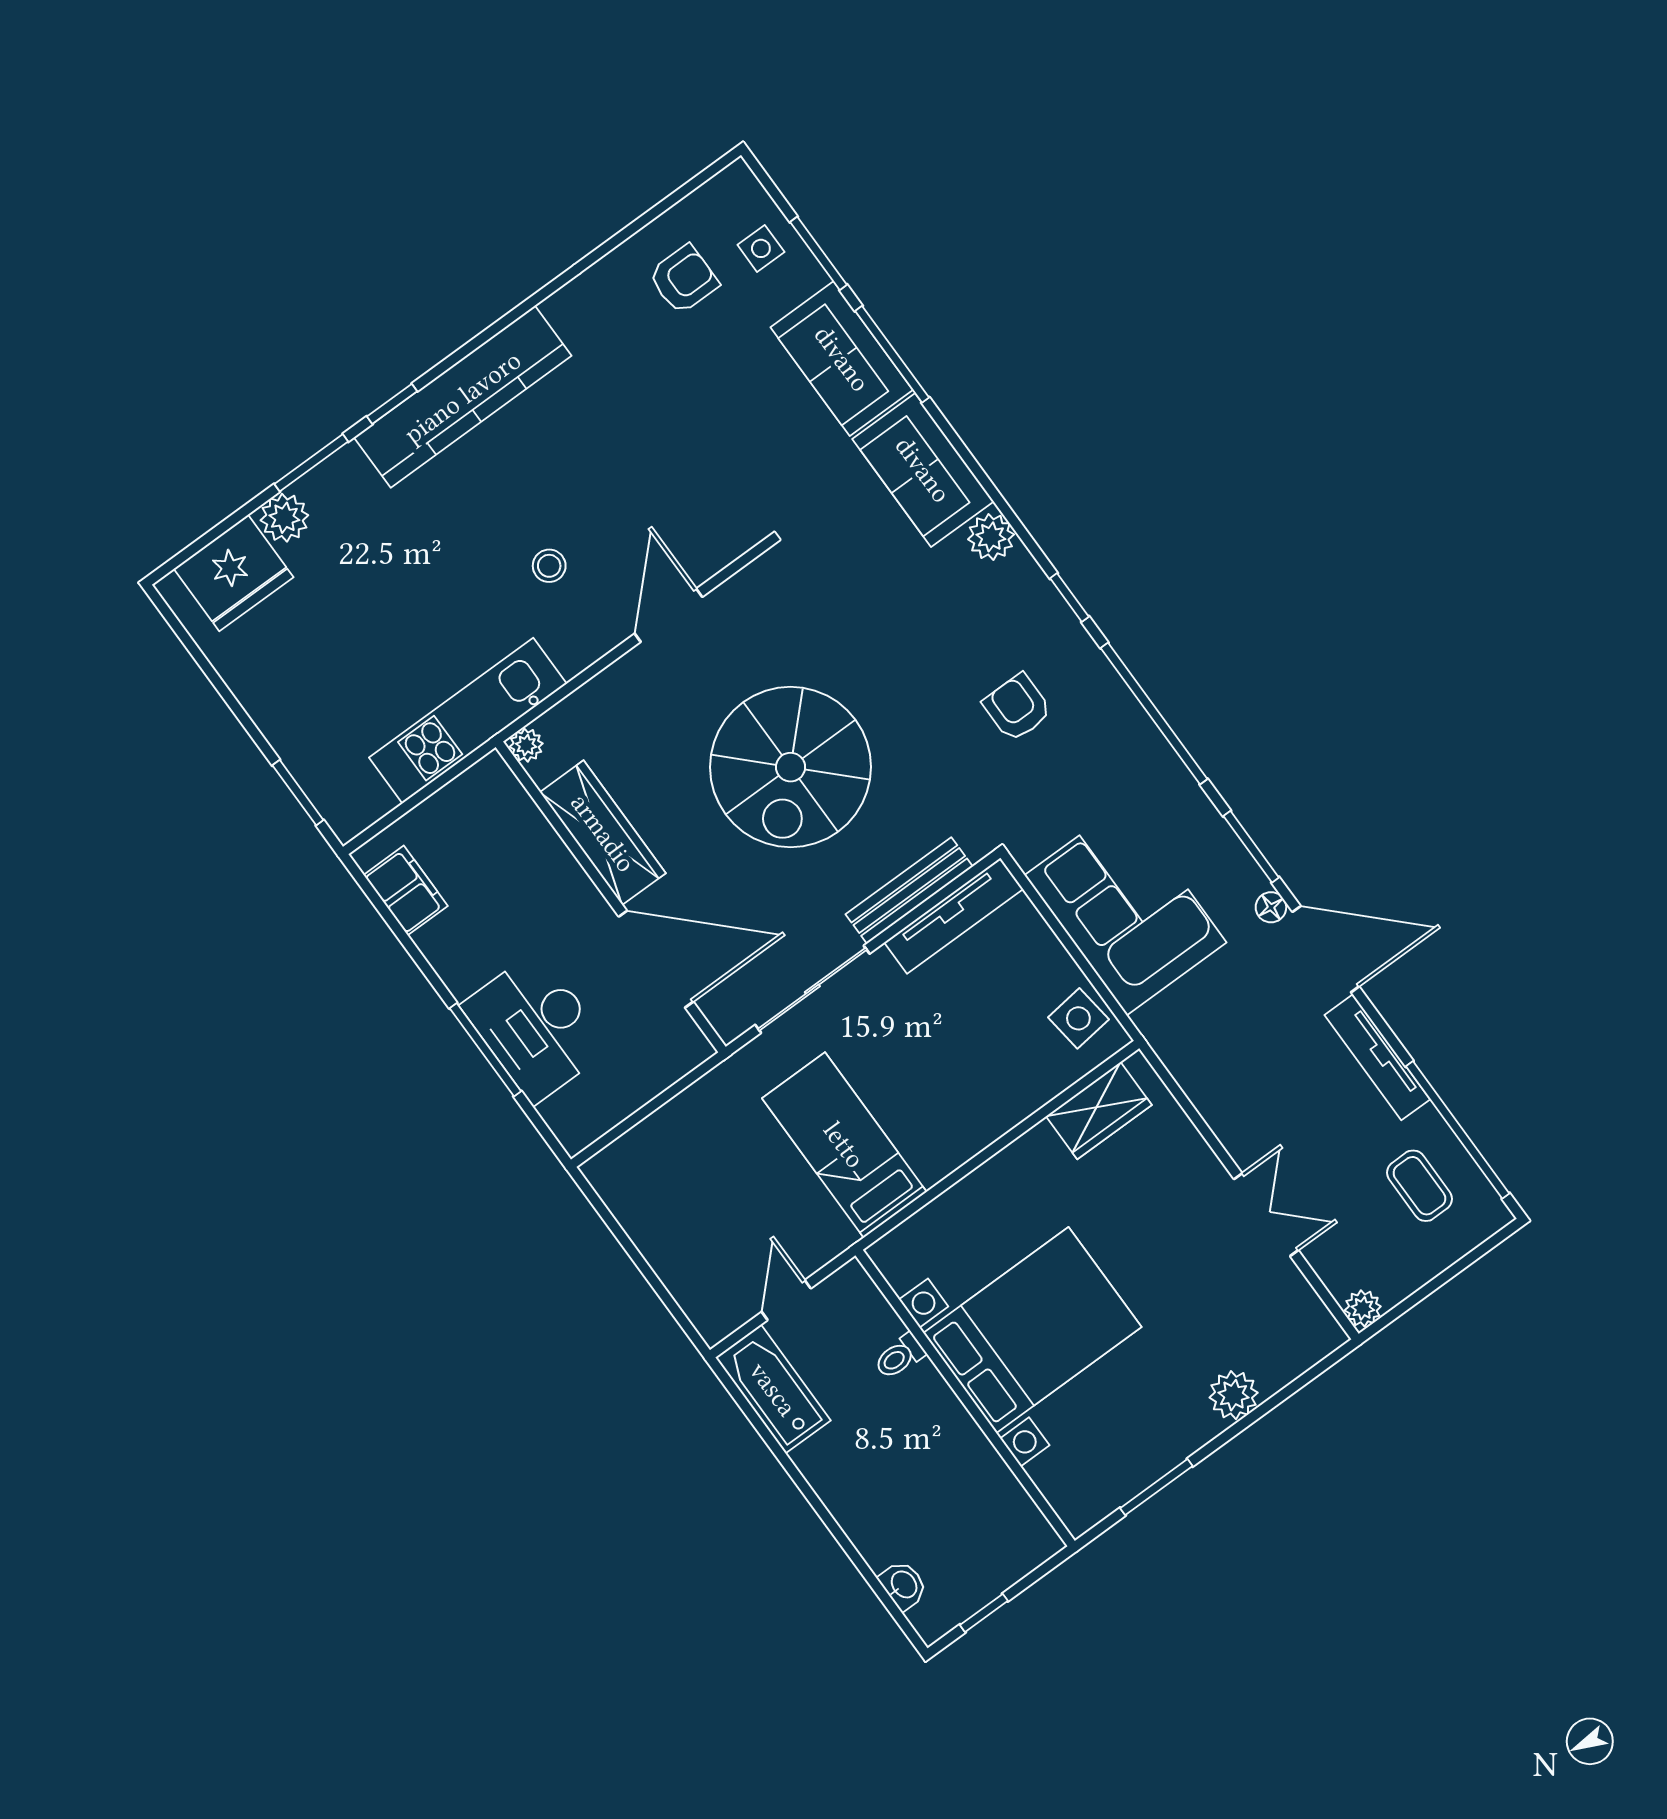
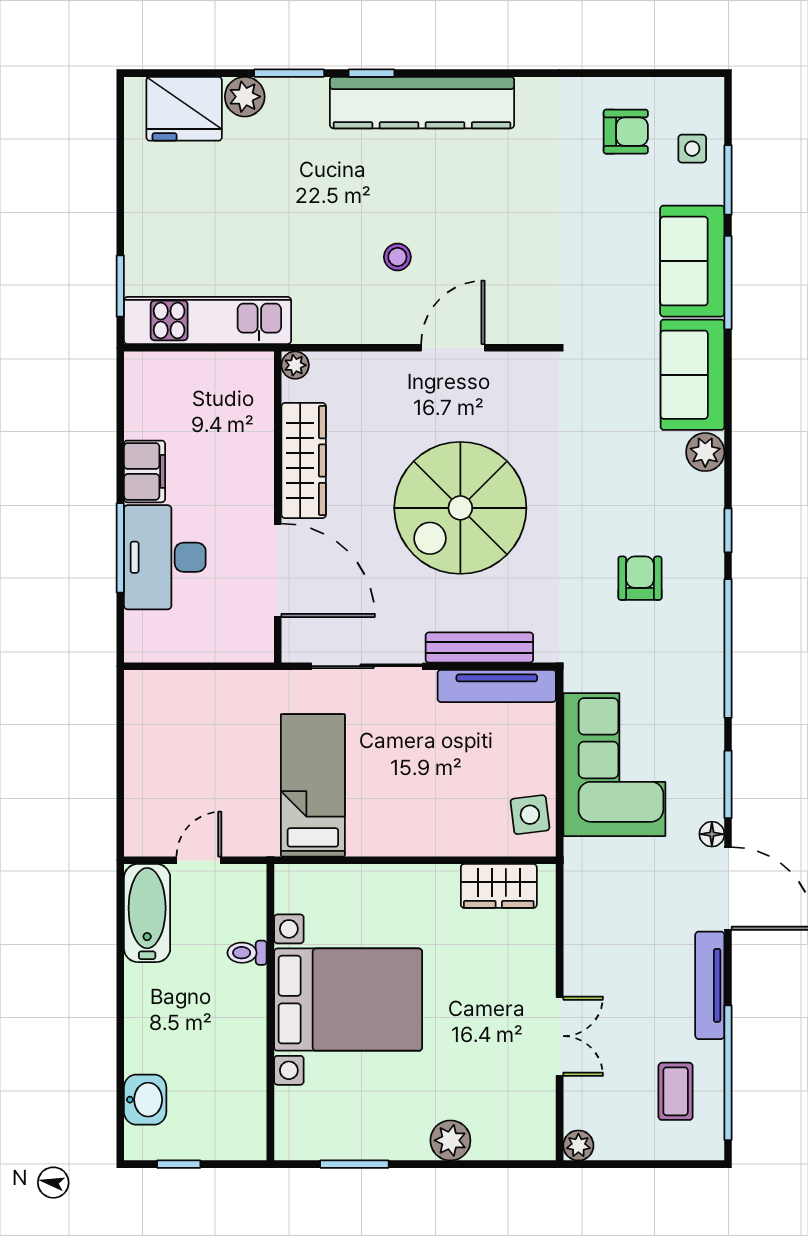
kitchen unit: (468, 721) -> (208, 320), moved
filing cabinet: (406, 890) -> (145, 471), moved
washbasin: (903, 1585) -> (145, 1100), width x1.38, depth x1.45

